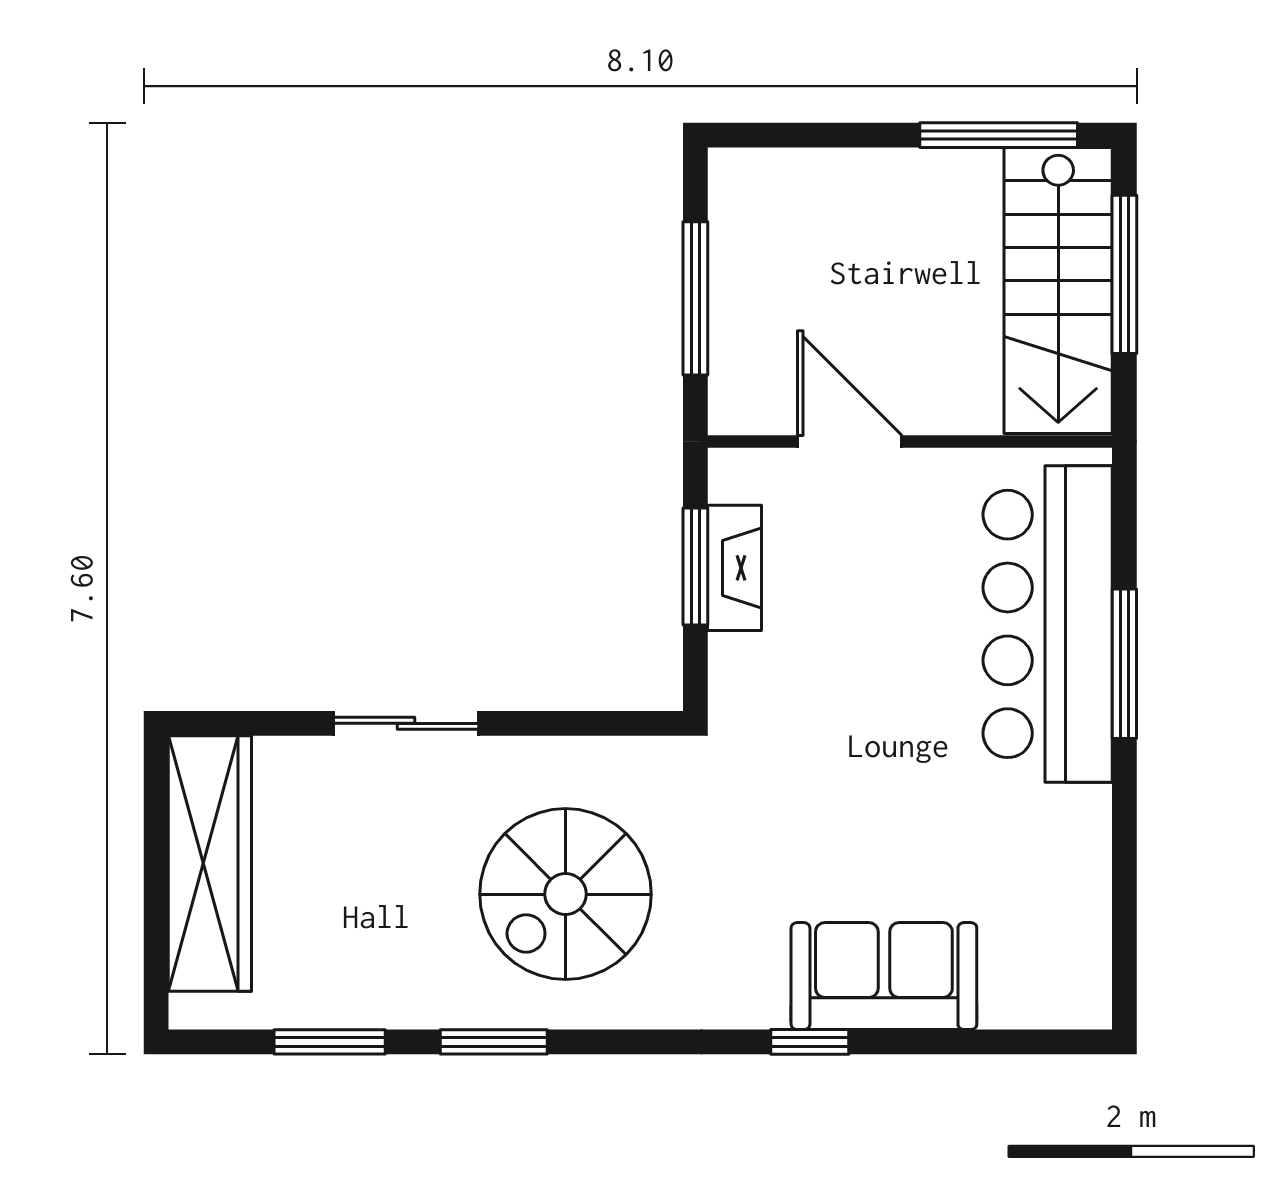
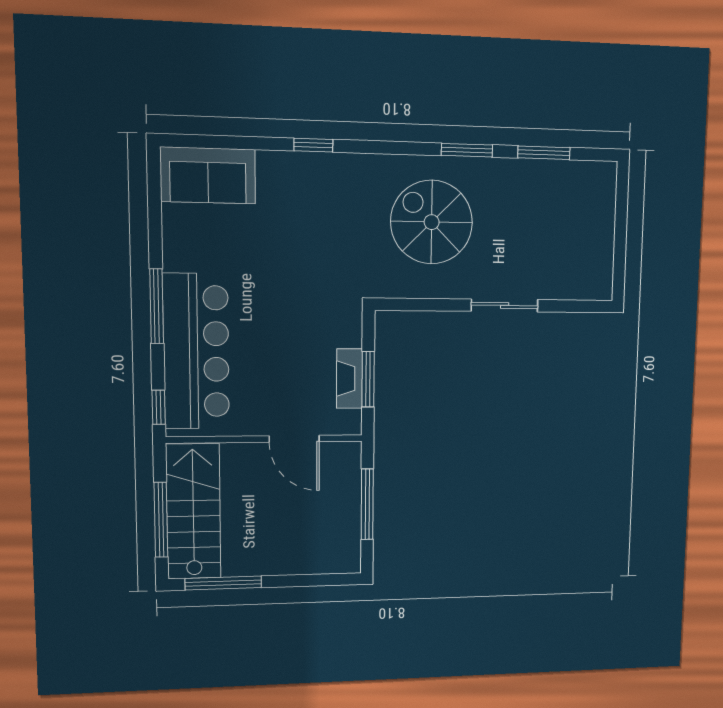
window: (1124, 510) -> (159, 407), added
window: (1124, 664) -> (157, 306), moved
wardrobe: (210, 863) -> (596, 240), removed
spiral stairs: (565, 894) -> (432, 222), turned -90
sofa: (884, 976) -> (208, 175), moved

